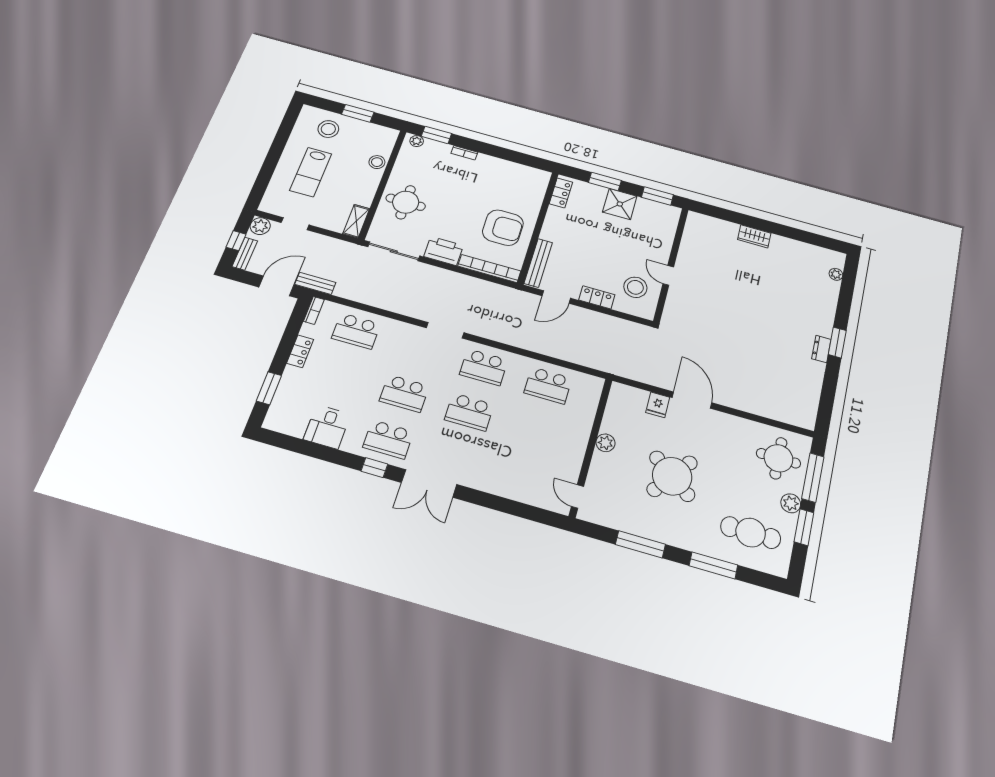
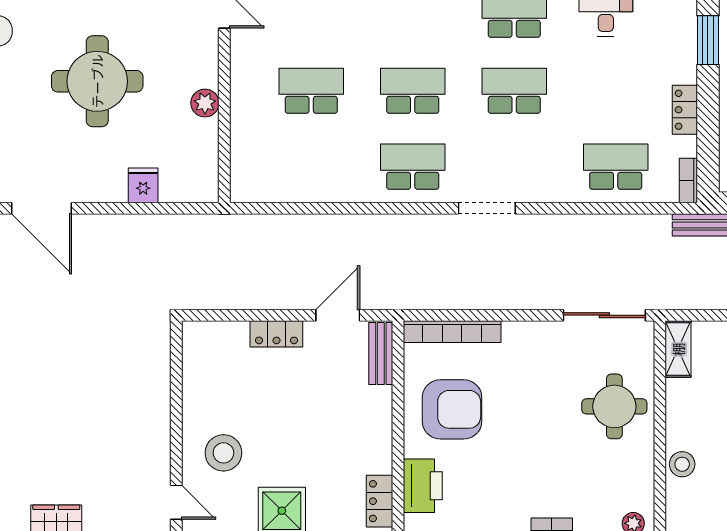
armchair: (503, 228) -> (452, 409), turned 180
printer: (444, 251) -> (423, 486), moved, turned -90
bench: (538, 263) -> (381, 354), width x0.73
door: (668, 275) -> (176, 502), moved
stool: (635, 287) -> (223, 453), moved
school desk: (548, 385) -> (311, 91), moved
door: (692, 400) -> (42, 208), moved
round table: (672, 476) -> (97, 81), turned -37

